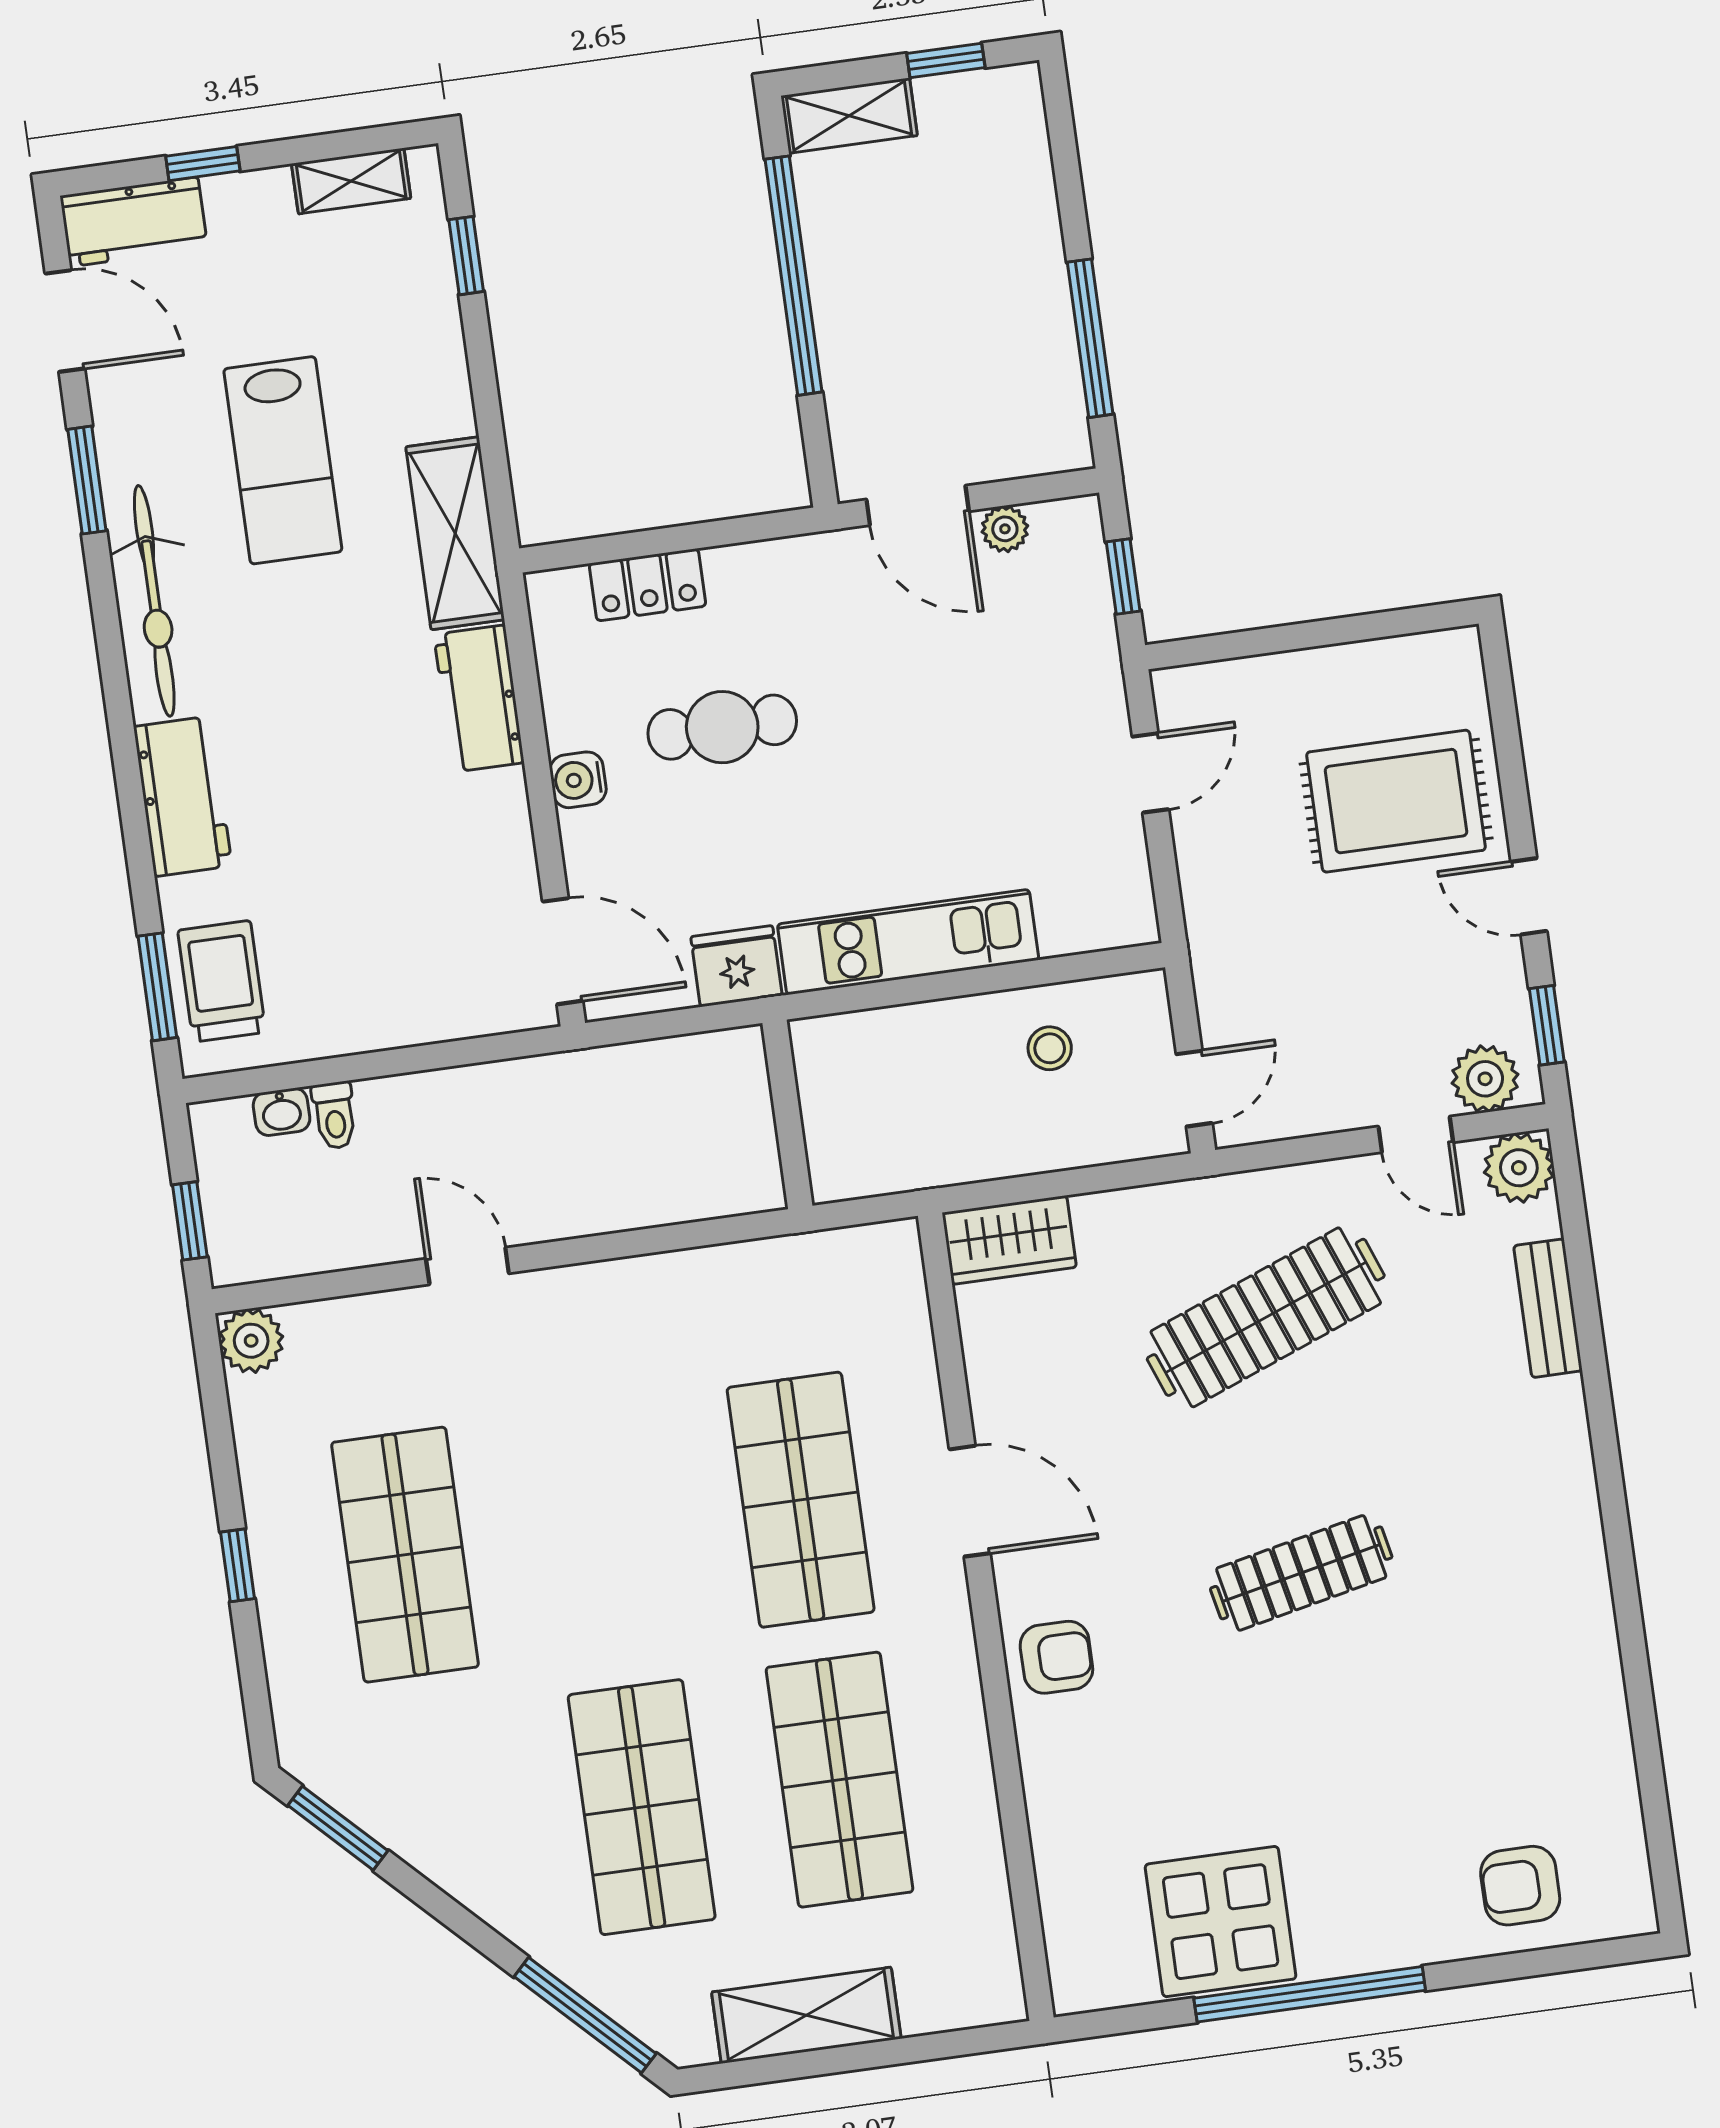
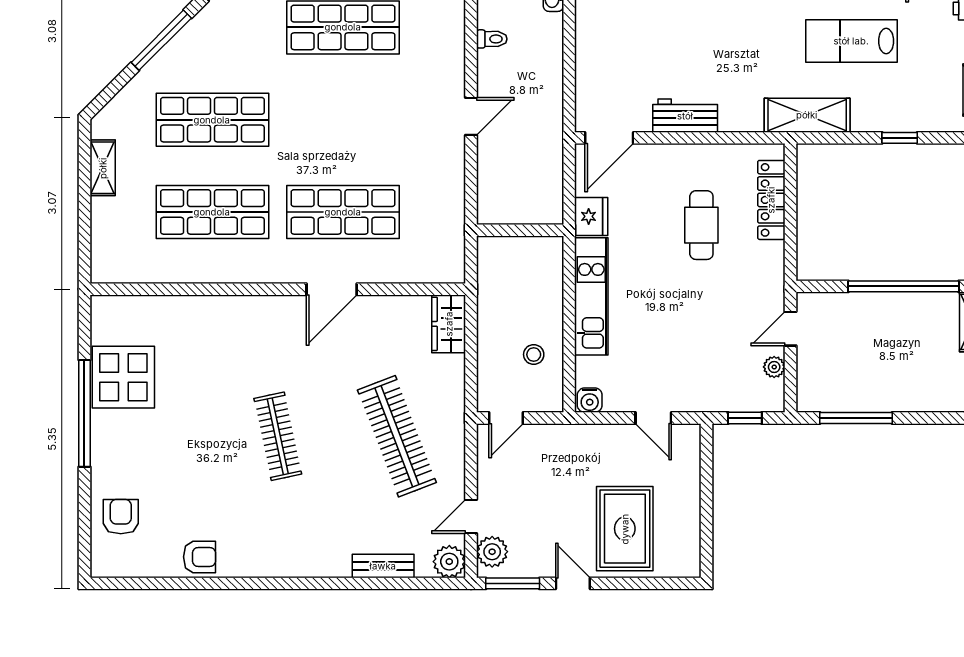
window: (466, 256) -> (900, 138), moved
door: (918, 505) -> (790, 329), width x0.73
locker: (647, 585) -> (771, 200), width x1.53
workbench: (479, 699) -> (685, 116), moved
water cooler: (578, 780) -> (590, 400), moved, turned 180
door: (1529, 896) -> (573, 583), hinge flipped
window: (1547, 1025) -> (513, 583), width x1.50
door: (1194, 1089) -> (506, 418), hinge flipped
toilet: (334, 1115) -> (492, 39), moved, turned 180
door: (467, 1266) -> (471, 116), moved
armchair: (1056, 1657) -> (200, 557), moved, turned -90
window: (585, 2015) -> (161, 40), moved
shelving: (806, 2015) -> (103, 168), width x0.67, depth x0.75

